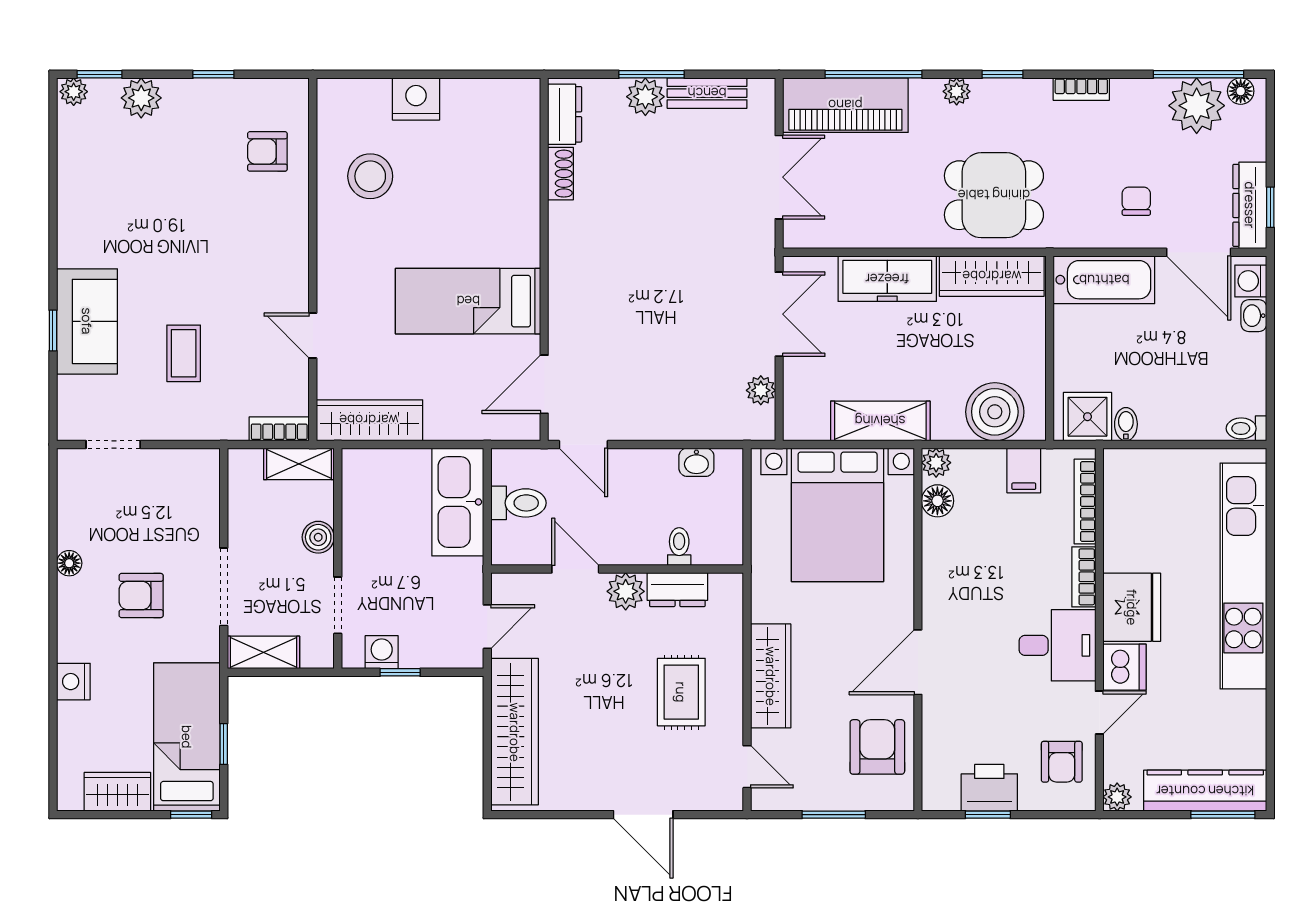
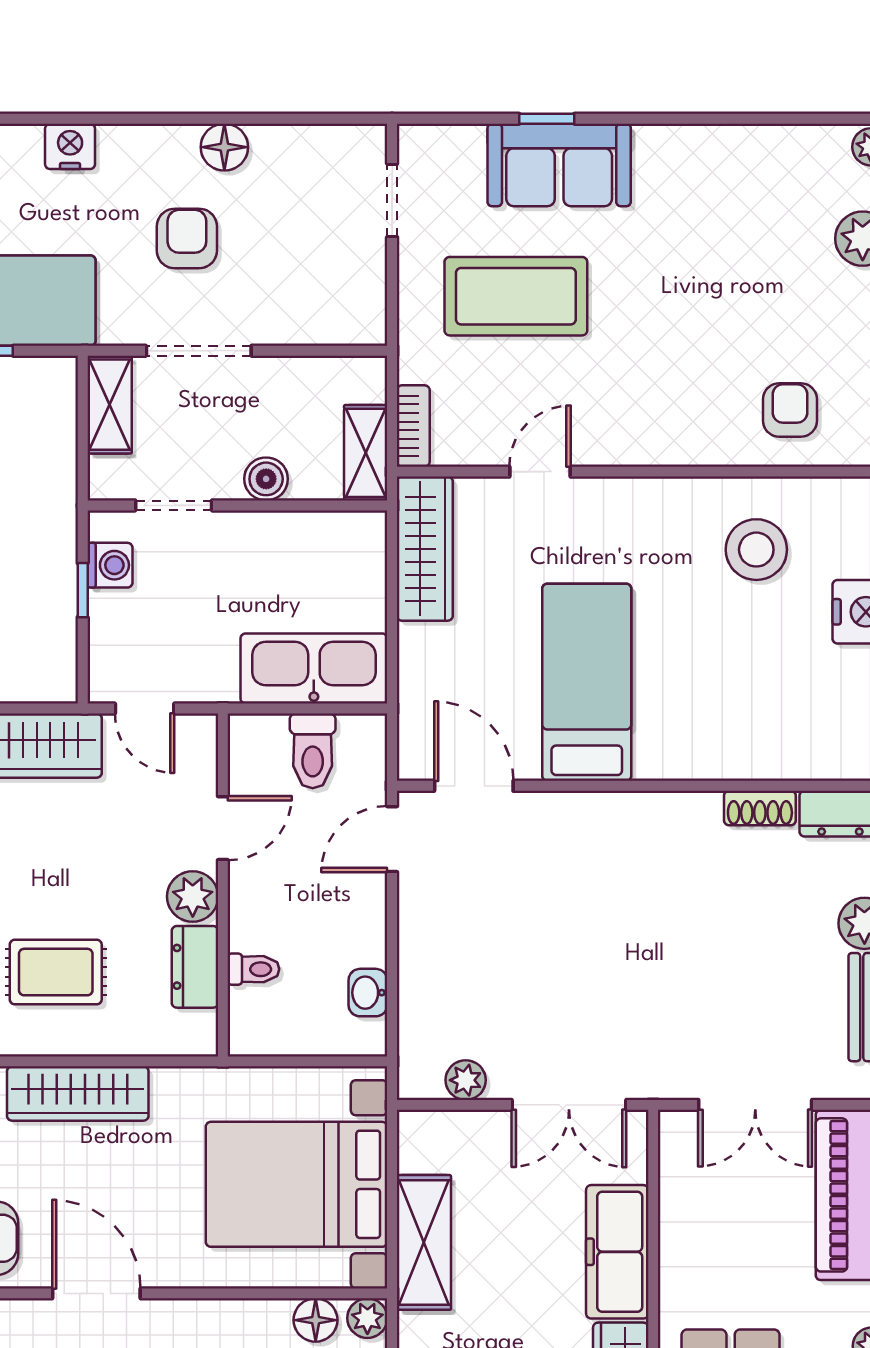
coffee table: (184, 353) -> (516, 296), width x1.86, depth x1.72
floor lamp: (69, 563) -> (224, 147), width x1.37, depth x1.37

